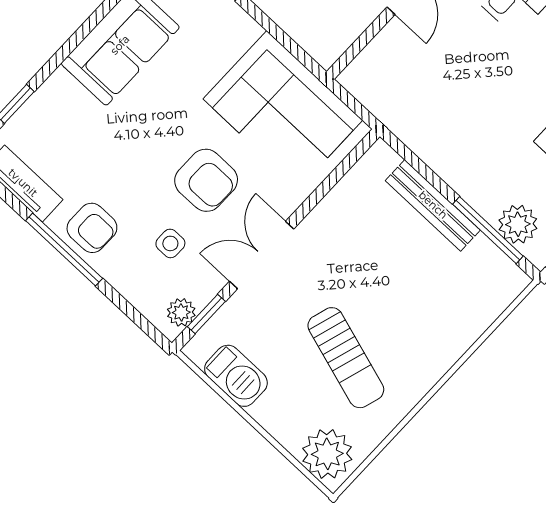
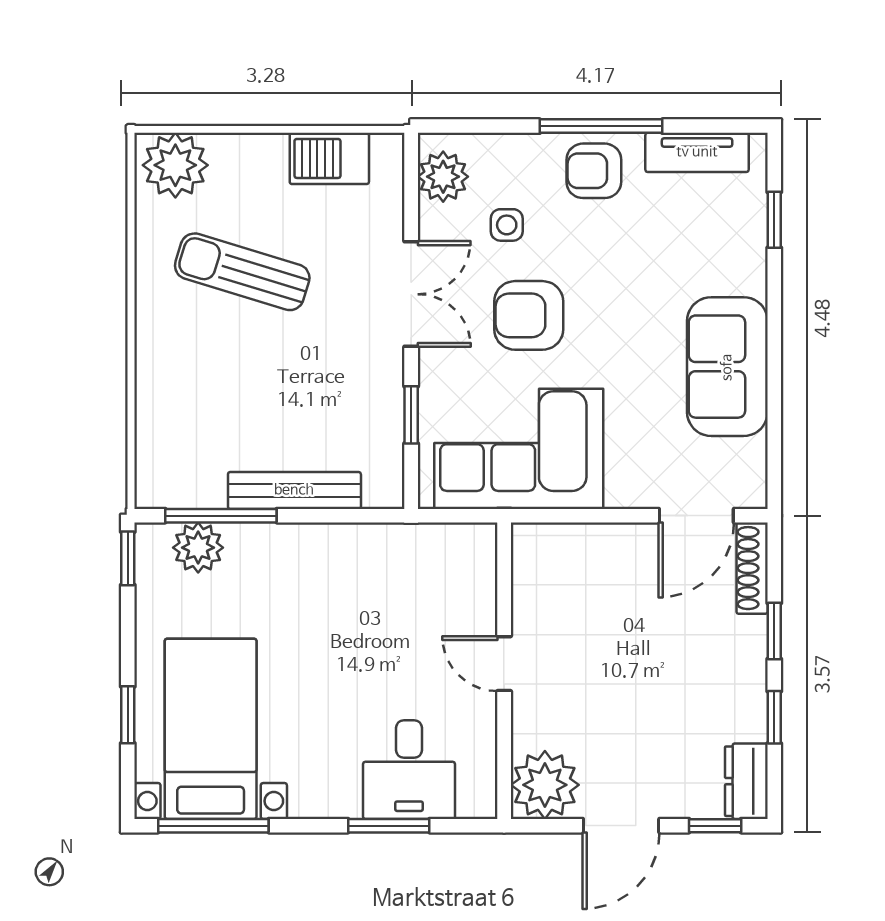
plant: (181, 312) -> (443, 177), width x1.38, depth x1.38
window: (206, 314) -> (411, 415), moved

